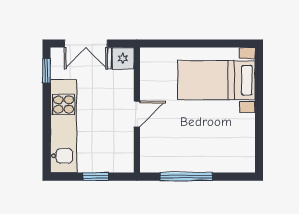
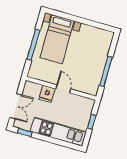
window: (196, 44) -> (33, 45), added
fridge: (121, 58) -> (47, 94), moved

